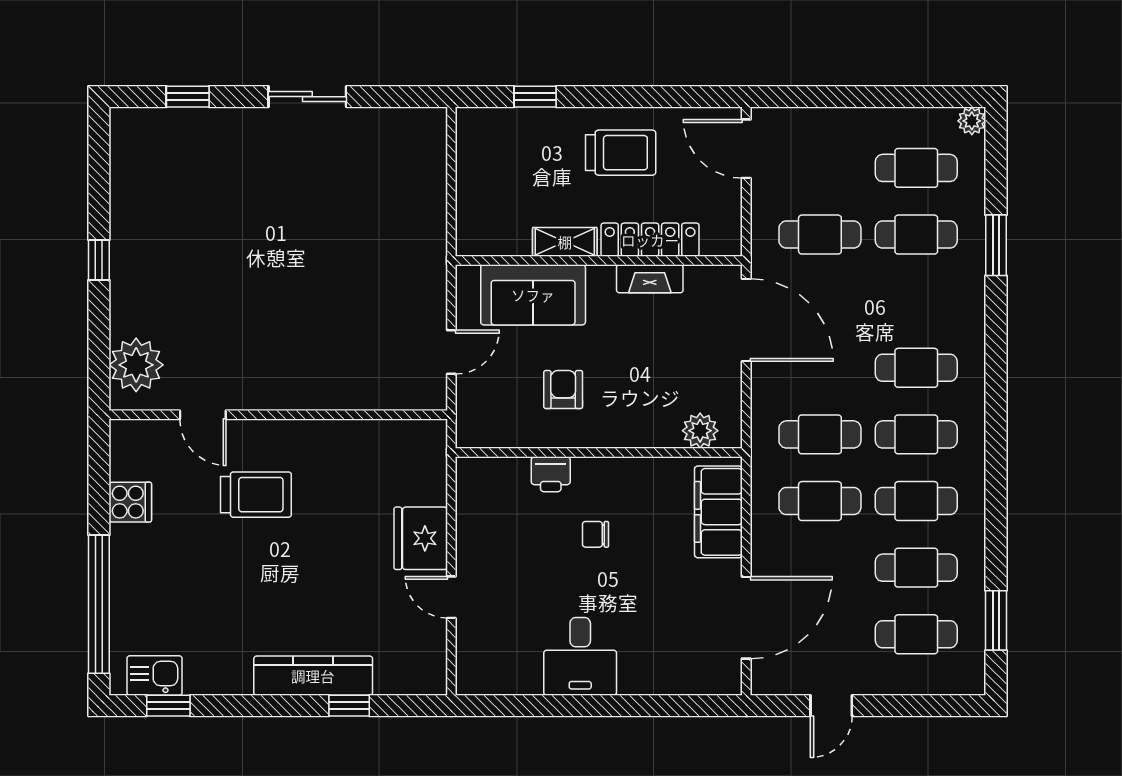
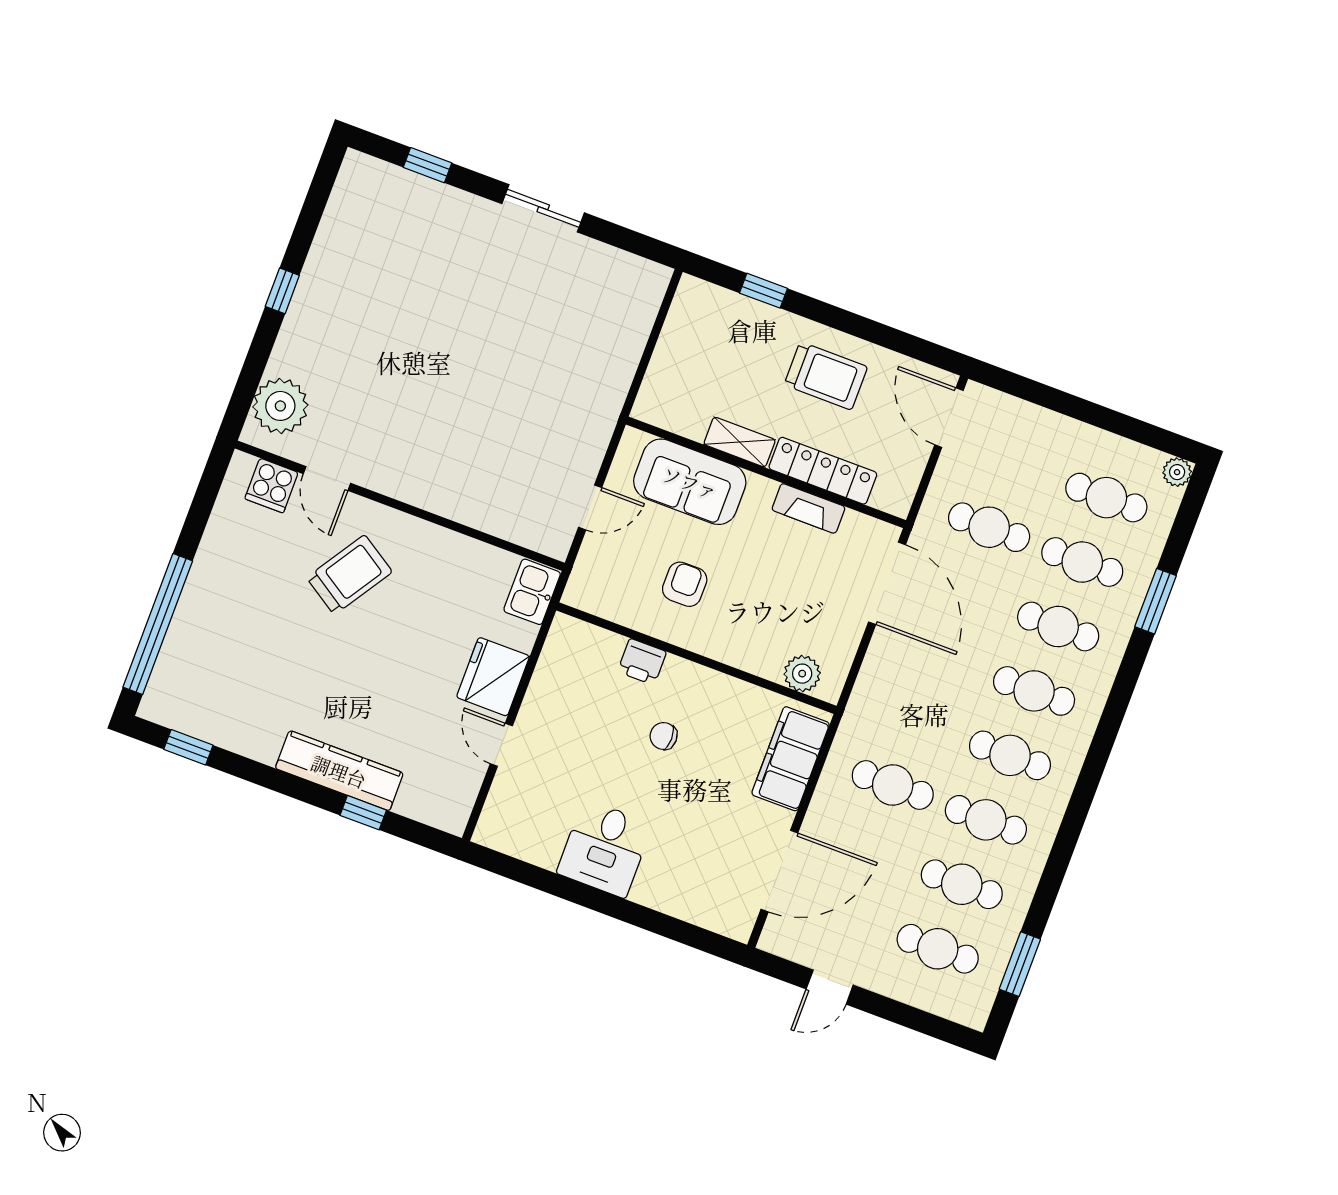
cafe table: (820, 434) -> (1058, 626), moved
trolley: (256, 495) -> (349, 575), turned -57
cooker: (130, 502) -> (272, 486), moved, turned 90
kitchen sink: (154, 675) -> (532, 592), moved, turned -90

